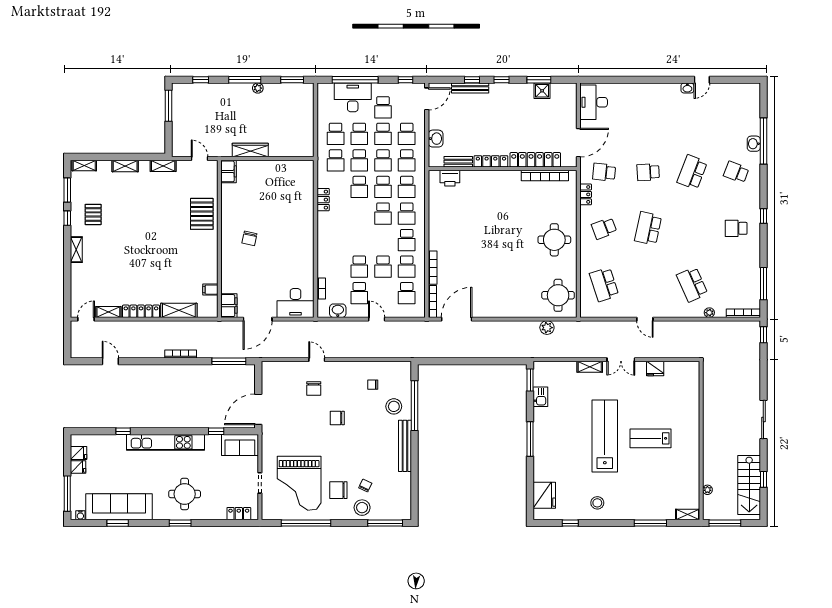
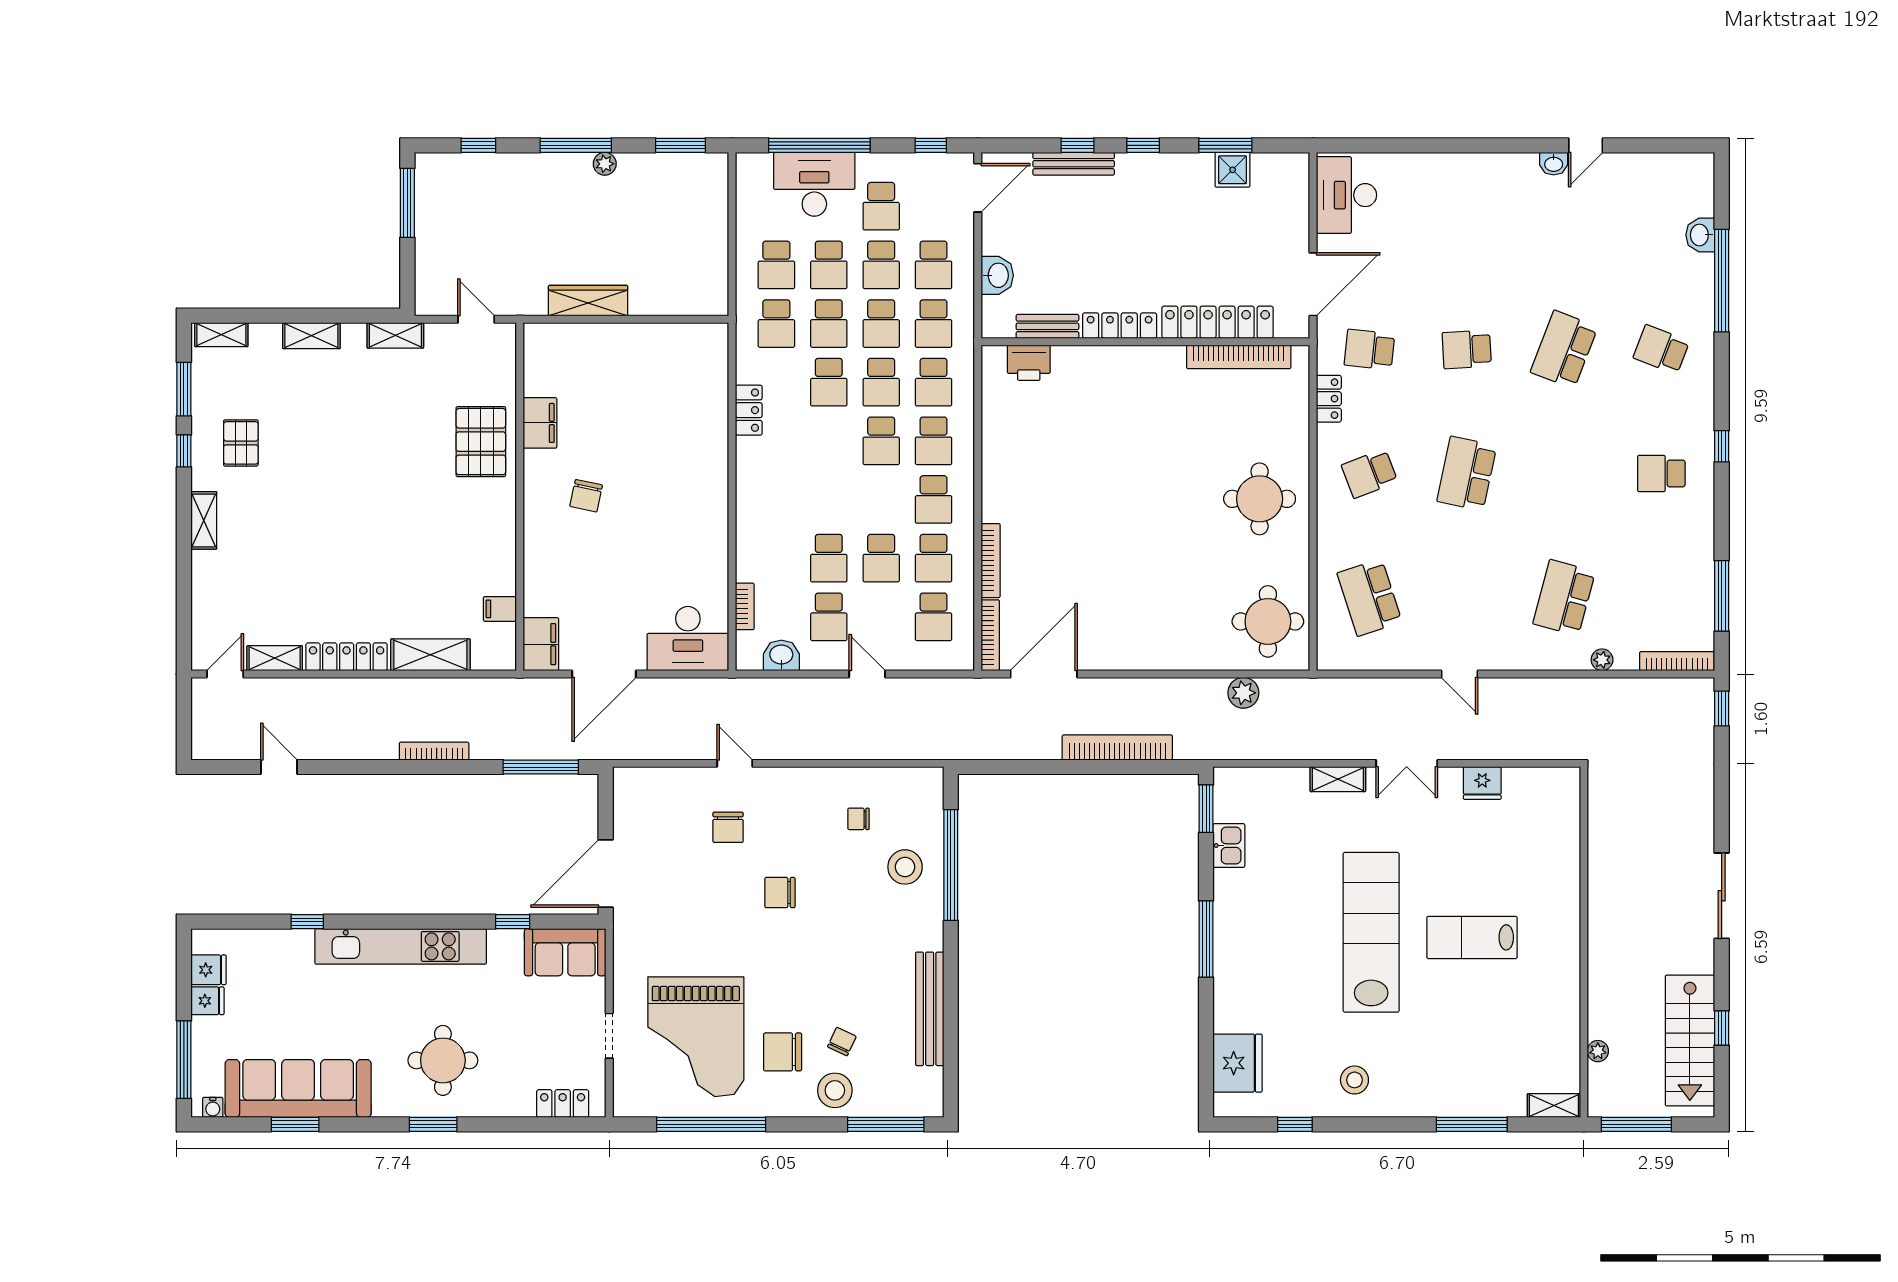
washbasin: (754, 144) -> (1700, 235), moved
filing cabinet: (229, 171) -> (540, 423), moved
school desk: (692, 284) -> (1564, 598), turned 39
bookcase: (490, 352) -> (1117, 748), added
bench: (405, 446) -> (930, 1009), moved

